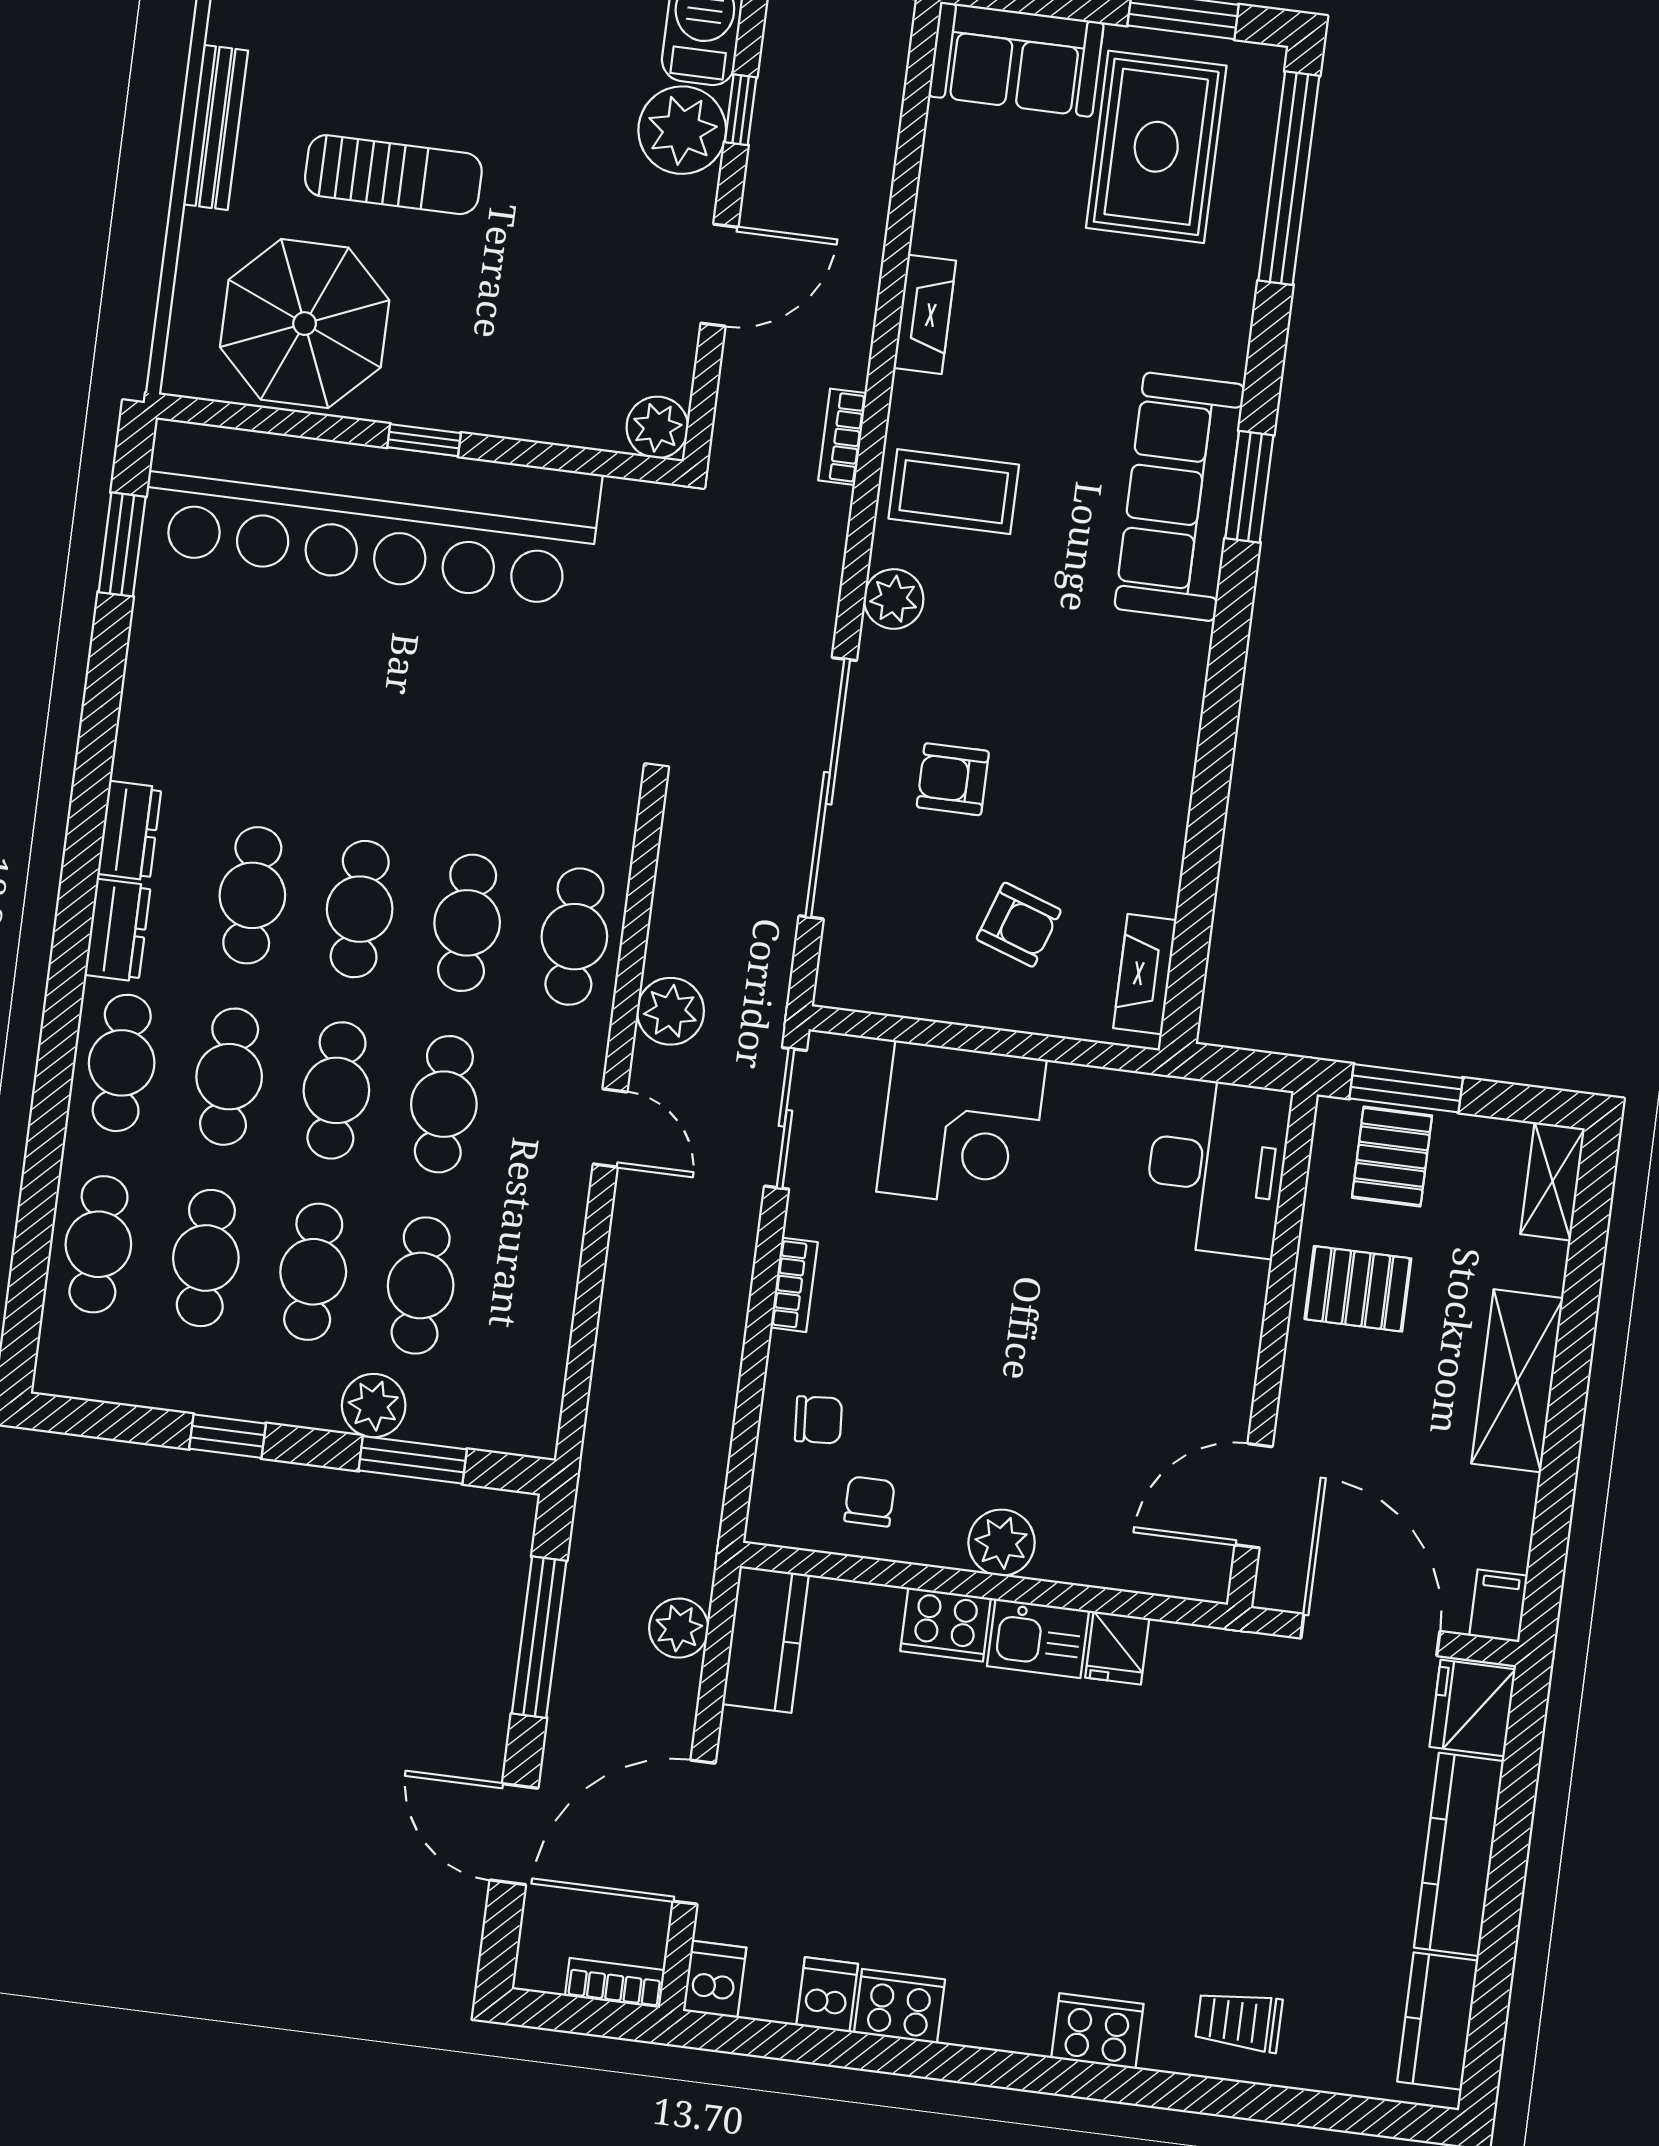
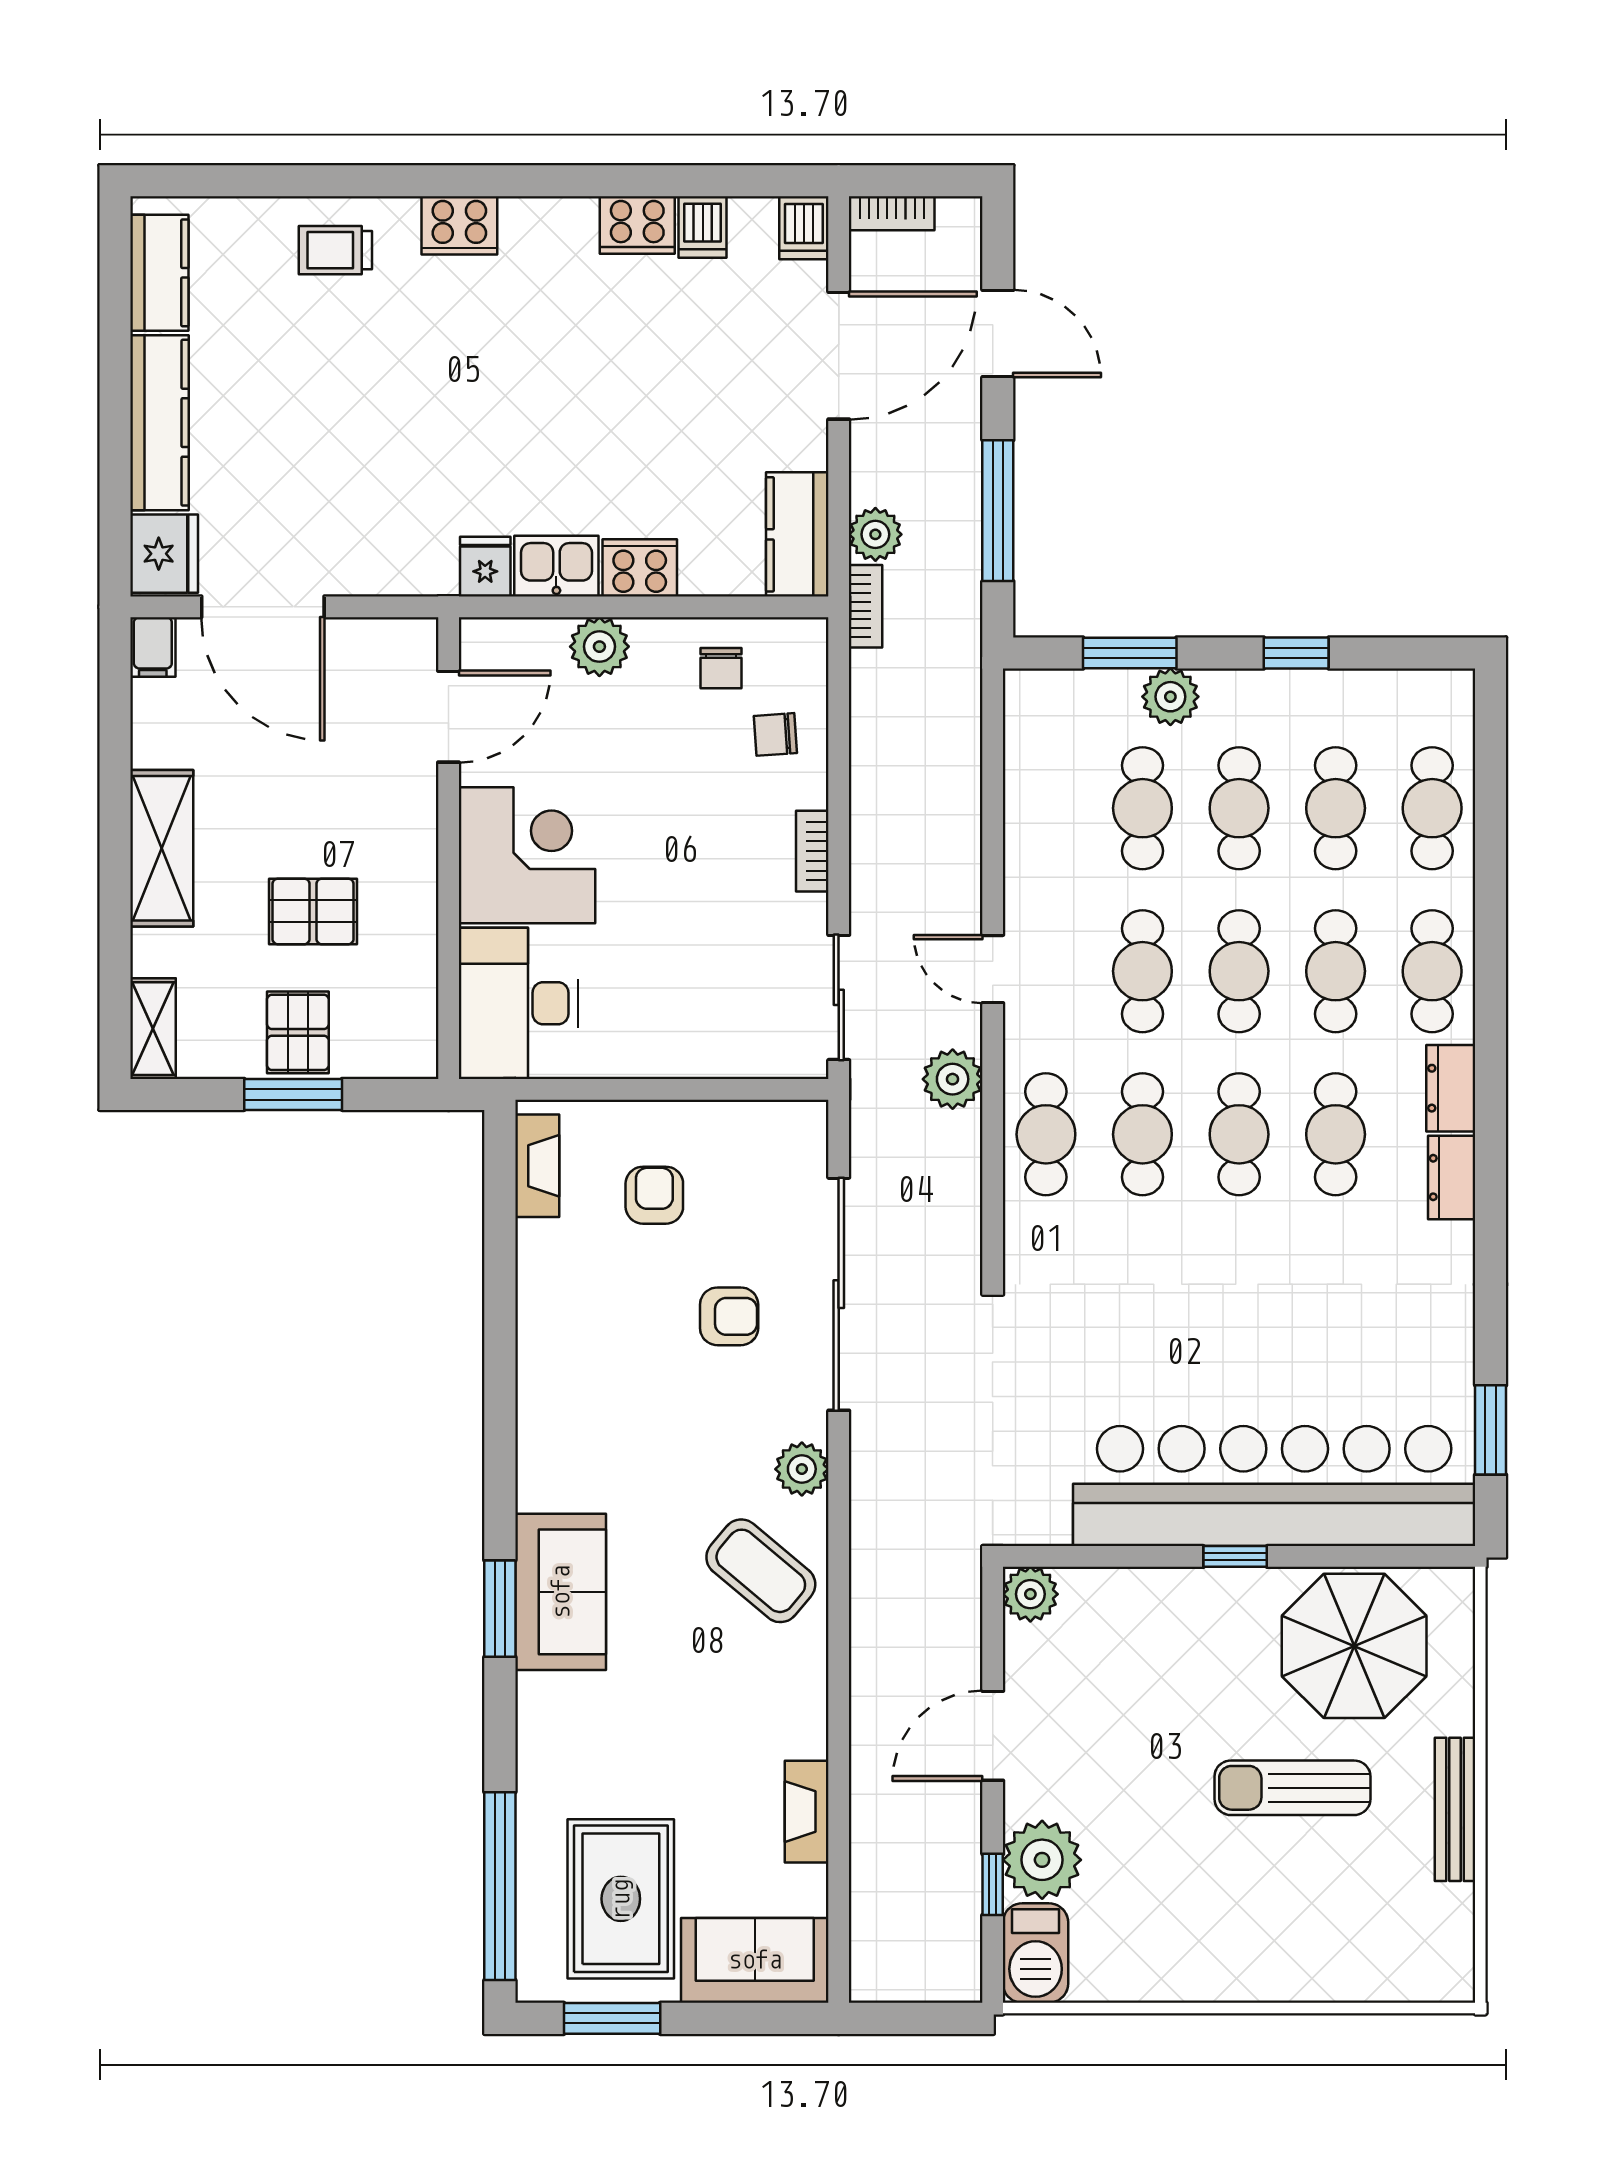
fireplace: (925, 314) -> (807, 1812), moved
bookcase: (843, 437) -> (865, 606), moved
coffee table: (954, 492) -> (761, 1571), turned 40
sofa: (1180, 497) -> (561, 1592), width x0.73
armchair: (1019, 925) -> (654, 1195), turned 71
corner desk: (961, 1126) -> (527, 855), moved, turned 90
desk: (1217, 1167) -> (518, 1003), moved
wall: (1272, 1350) -> (449, 848), moved
door: (1254, 1496) -> (449, 717), moved
trolley: (1239, 2021) -> (335, 250), turned 180

